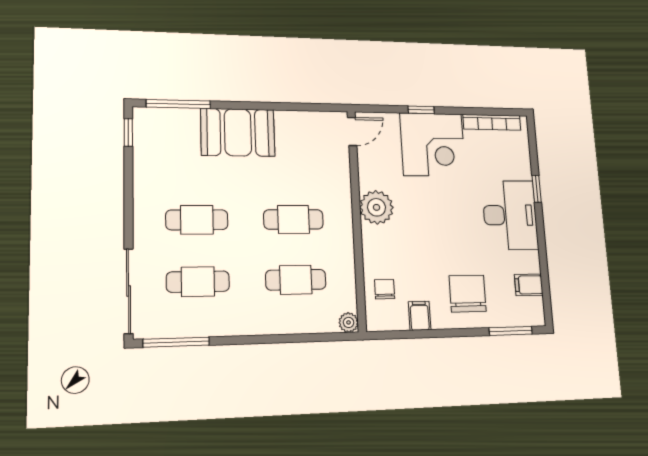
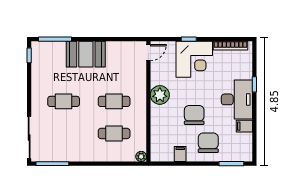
cafe table: (198, 282) -> (64, 133), removed
filing cabinet: (529, 285) -> (244, 126), moved
chair: (385, 289) -> (194, 115), moved, width x1.87, depth x1.87

